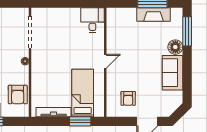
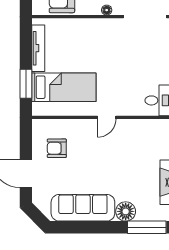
door: (105, 61) -> (107, 117), hinge flipped
sofa: (172, 73) -> (83, 208), width x1.36

